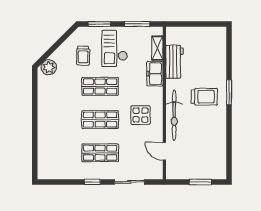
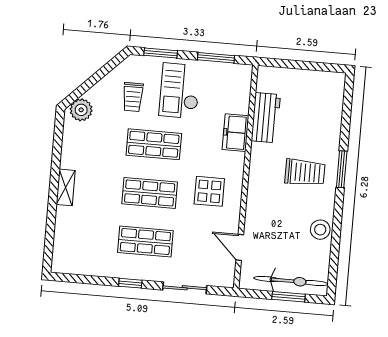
shelving: (157, 48) -> (66, 187), moved
bicycle: (174, 115) -> (291, 281), moved, turned -90
stool: (218, 135) -> (320, 230), added

